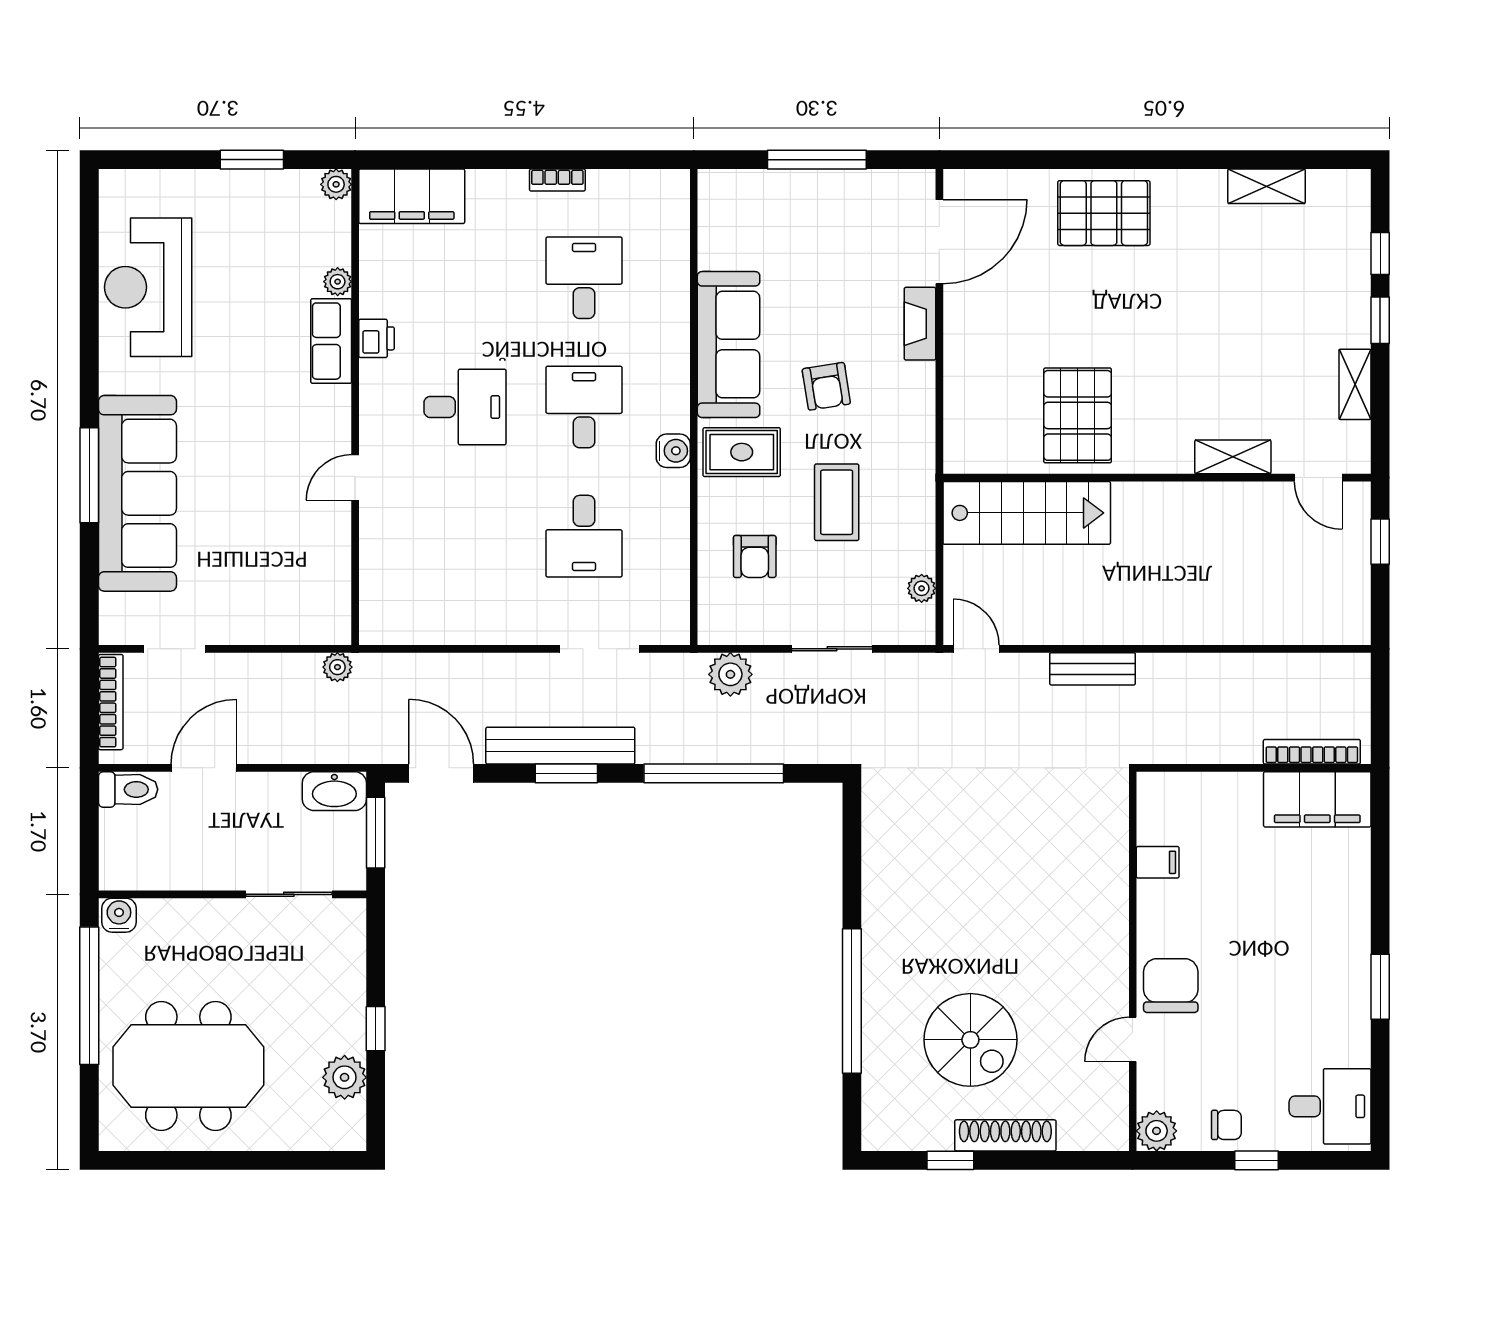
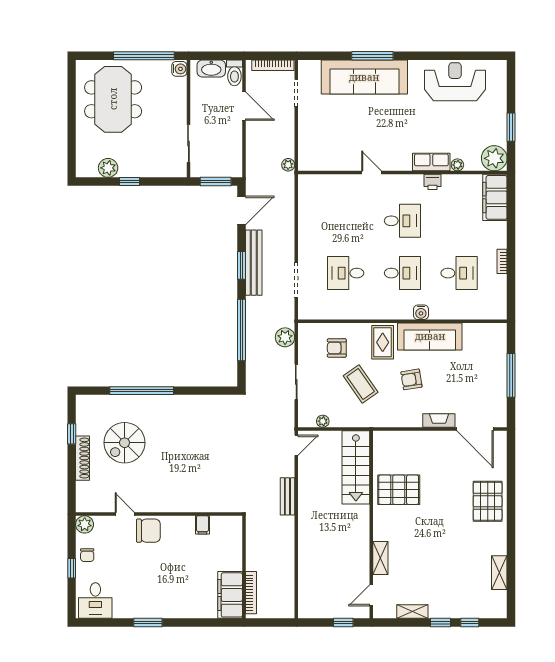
plant: (336, 184) -> (494, 158), width x1.88, depth x1.88
desk: (465, 407) -> (402, 221), turned -90
water cooler: (673, 451) -> (421, 312), moved
coffee table: (837, 502) -> (361, 384), turned 55
washbasin: (334, 791) -> (211, 68), moved, turned -90

